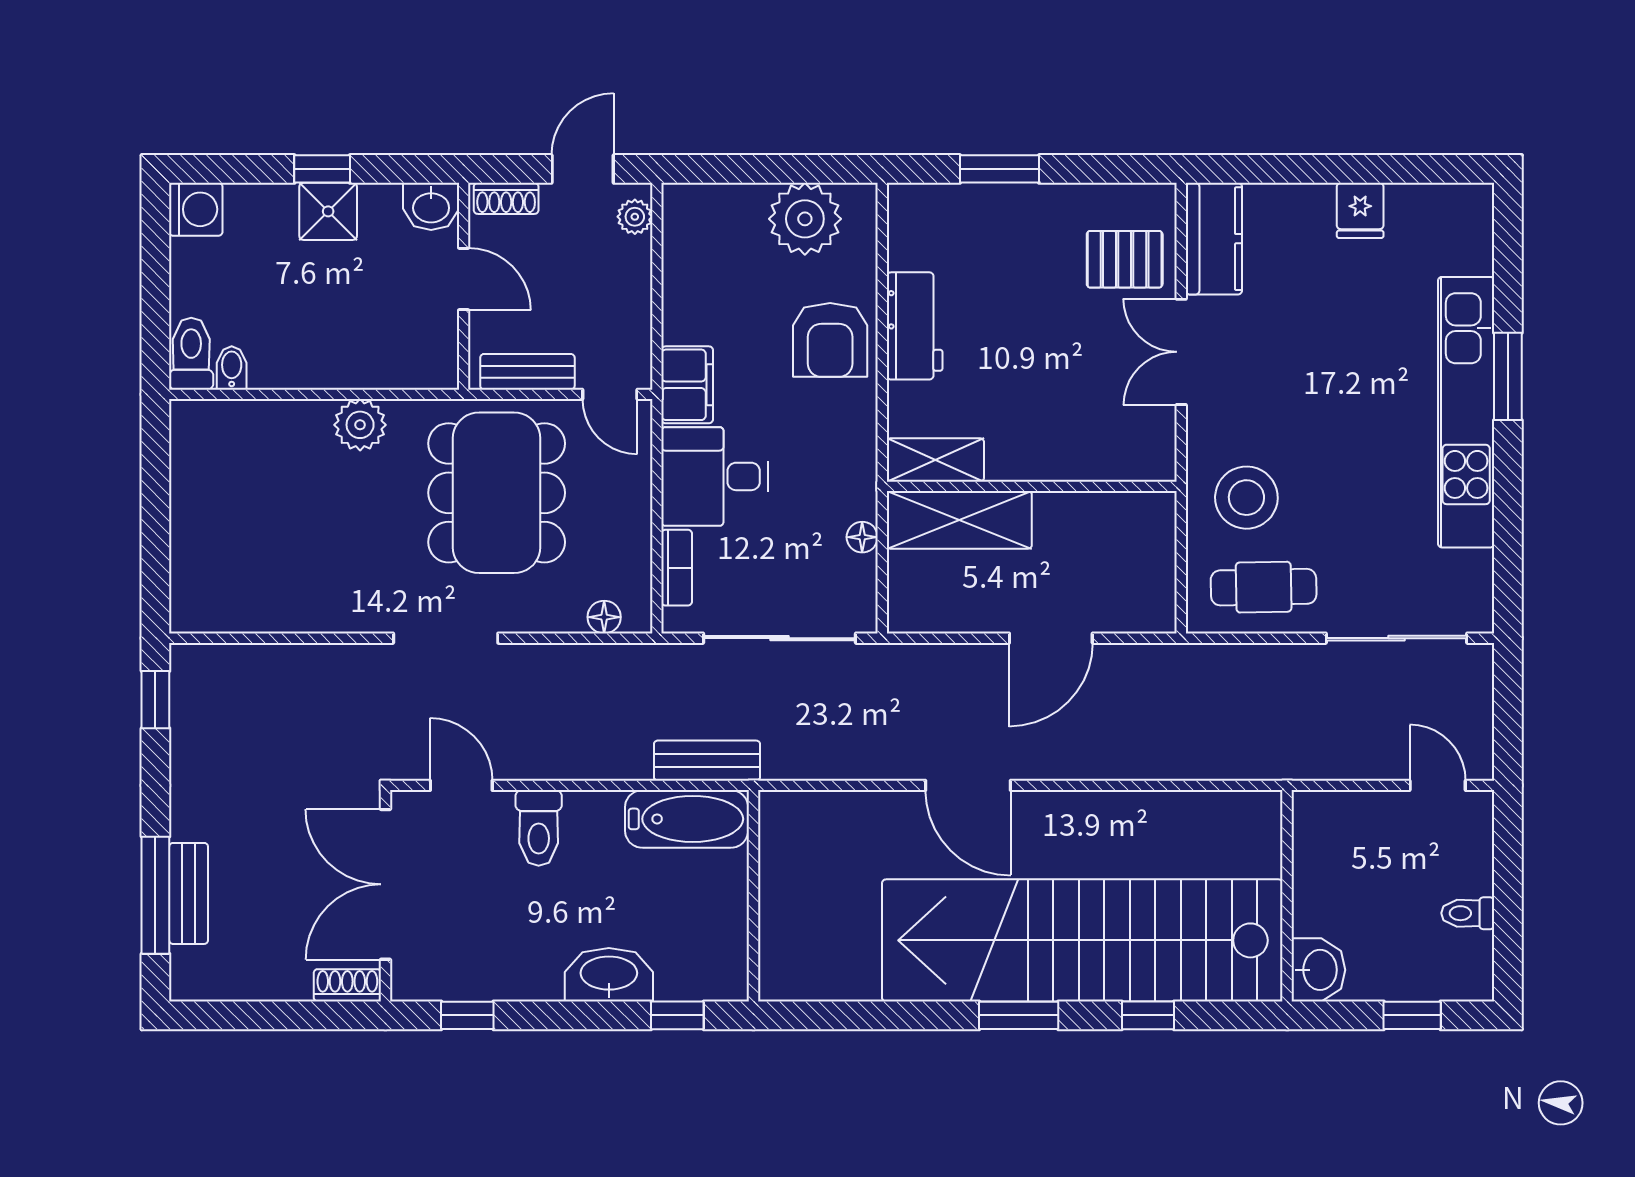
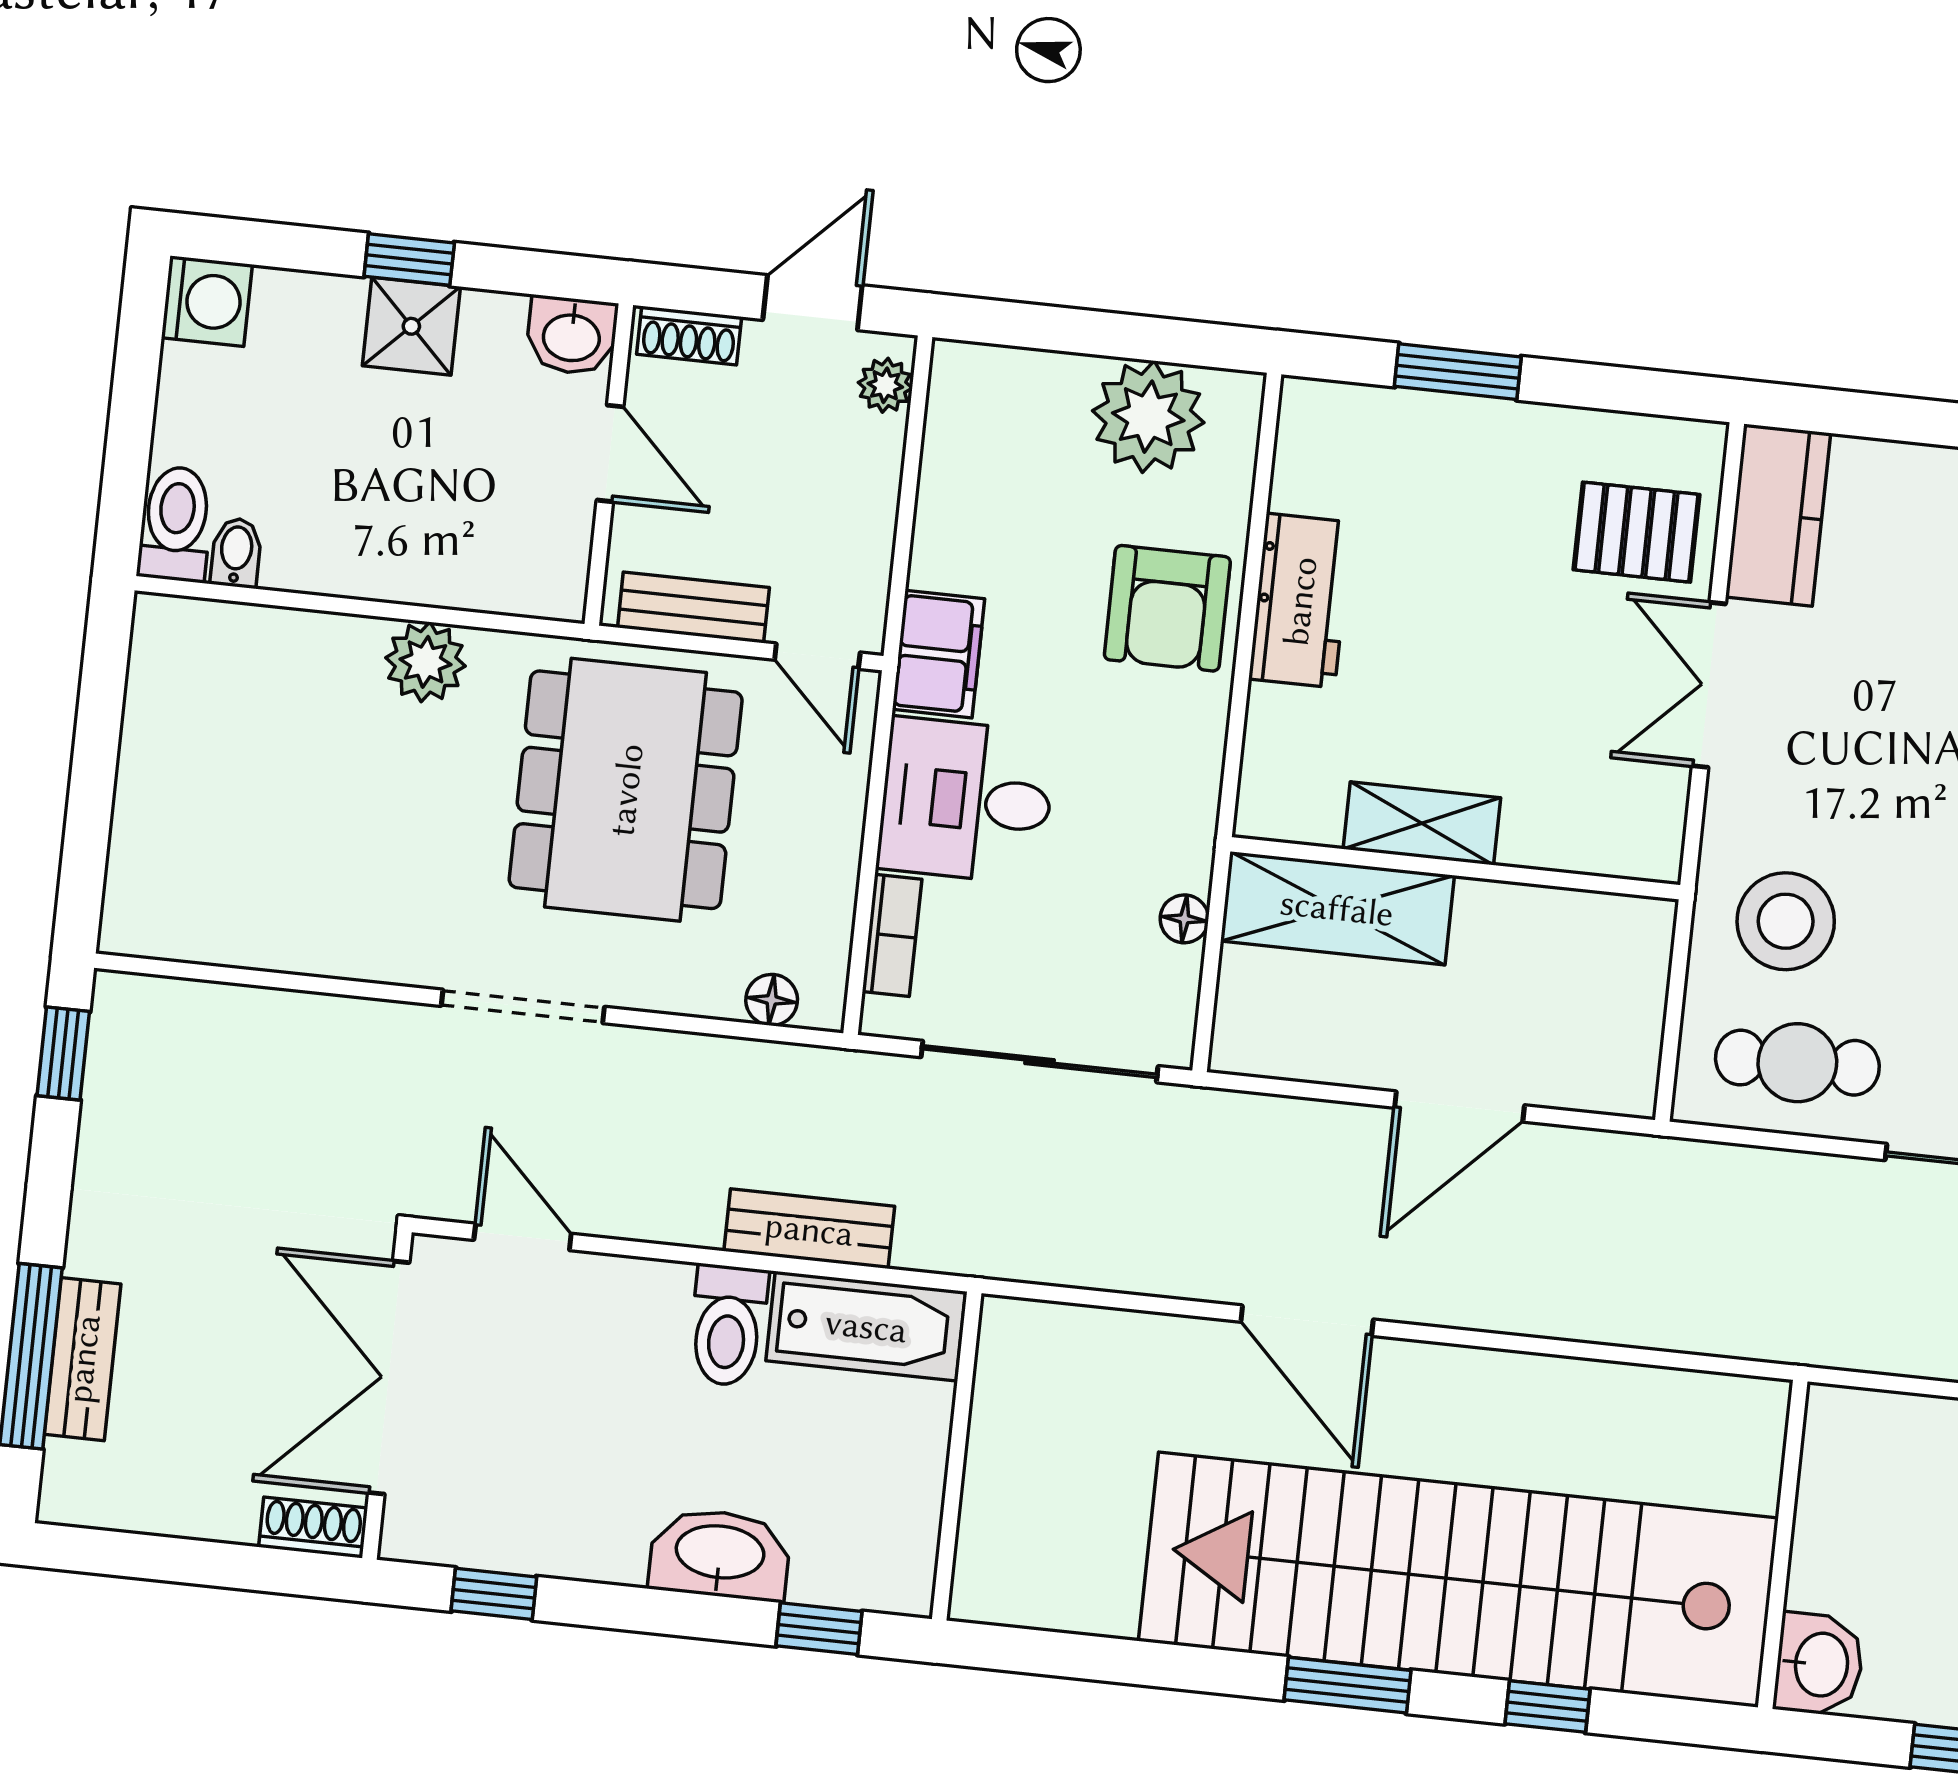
shelving: (935, 460) -> (1422, 823), moved
bench: (707, 761) -> (809, 1229), moved
toilet: (539, 828) -> (728, 1325), moved

